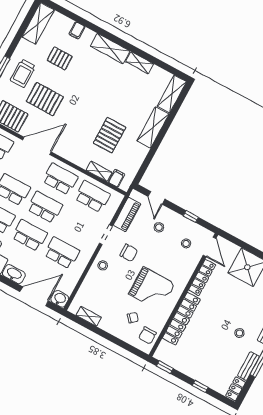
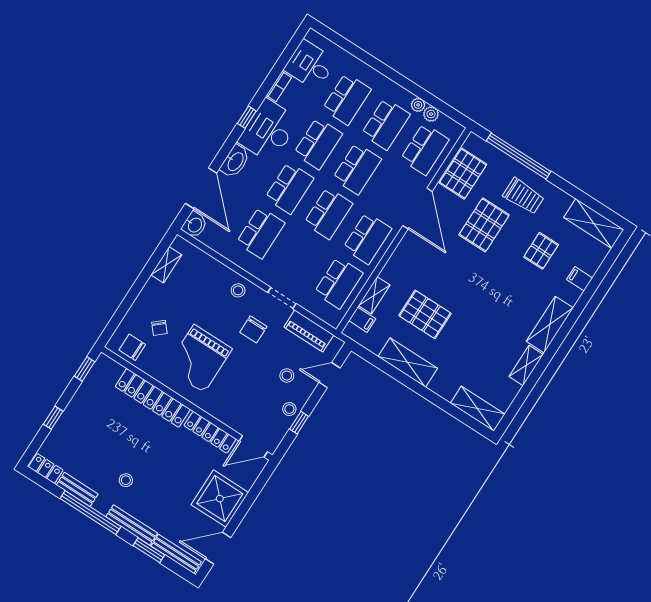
trolley: (23, 73) -> (524, 196), turned 180
shelving: (153, 127) -> (408, 362), moved
stool: (186, 243) -> (289, 409), moved

